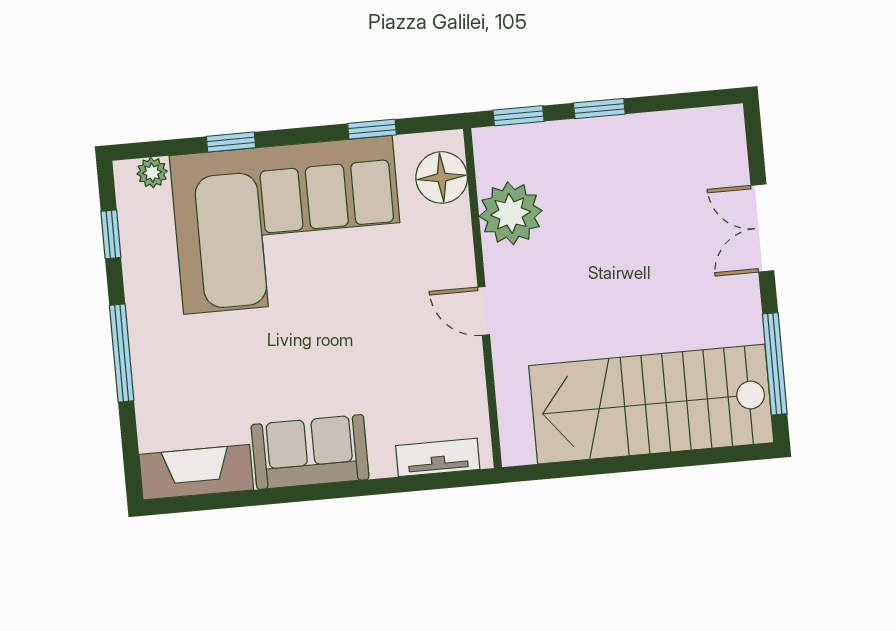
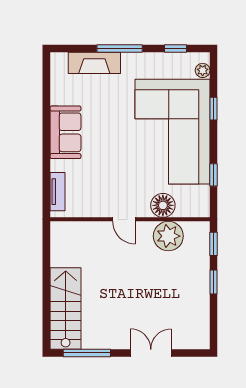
floor lamp: (442, 177) -> (163, 205), moved
door: (484, 311) -> (124, 219), swing flipped
stairs: (651, 404) -> (66, 308), width x0.73, depth x0.66
fireplace: (196, 472) -> (94, 63), moved, turned 90

